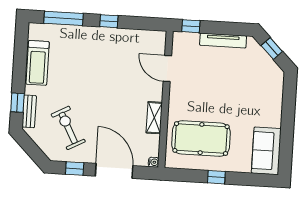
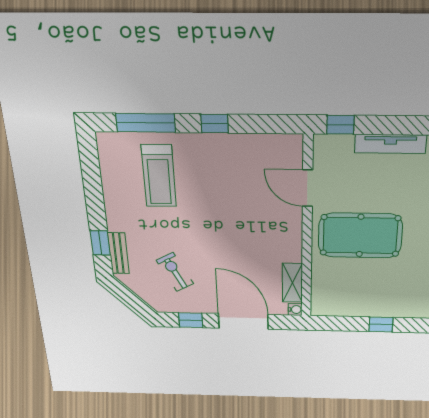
treadmill: (38, 63) -> (159, 176), moved
shelving: (154, 118) -> (292, 283), moved
exercise bike: (68, 128) -> (175, 272), width x0.73, depth x0.72
pool table: (201, 139) -> (360, 236), moved

